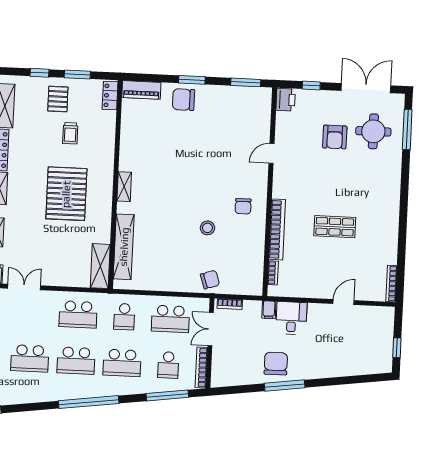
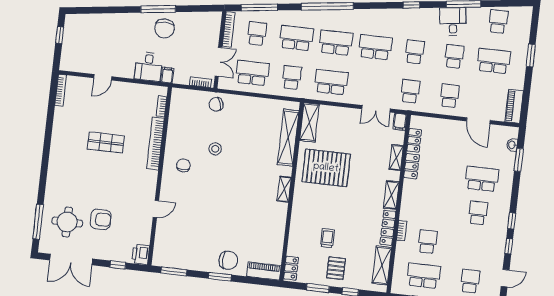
armchair: (335, 137) -> (101, 219), turned 90
pallet: (66, 194) -> (326, 168), moved, turned 90

